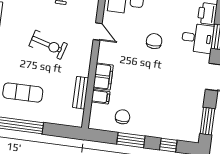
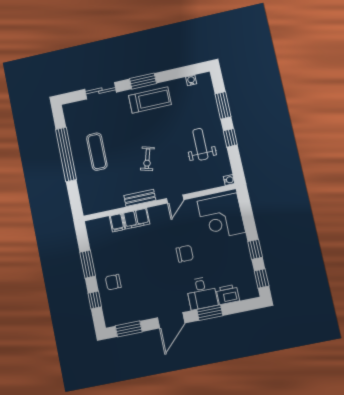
exercise bike: (48, 45) -> (147, 159), width x0.73, depth x0.72
bench: (81, 93) -> (140, 198), moved
chair: (122, 117) -> (113, 282), moved, turned 180

